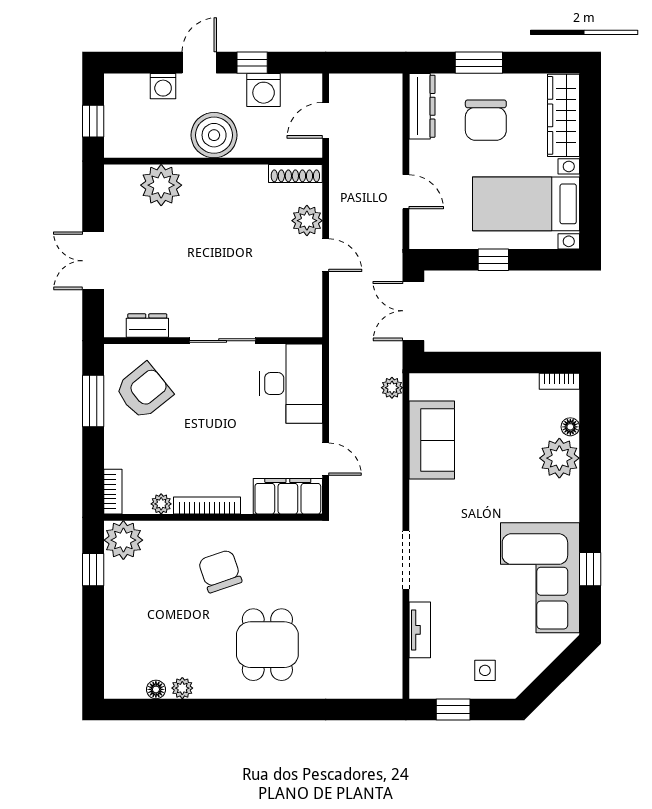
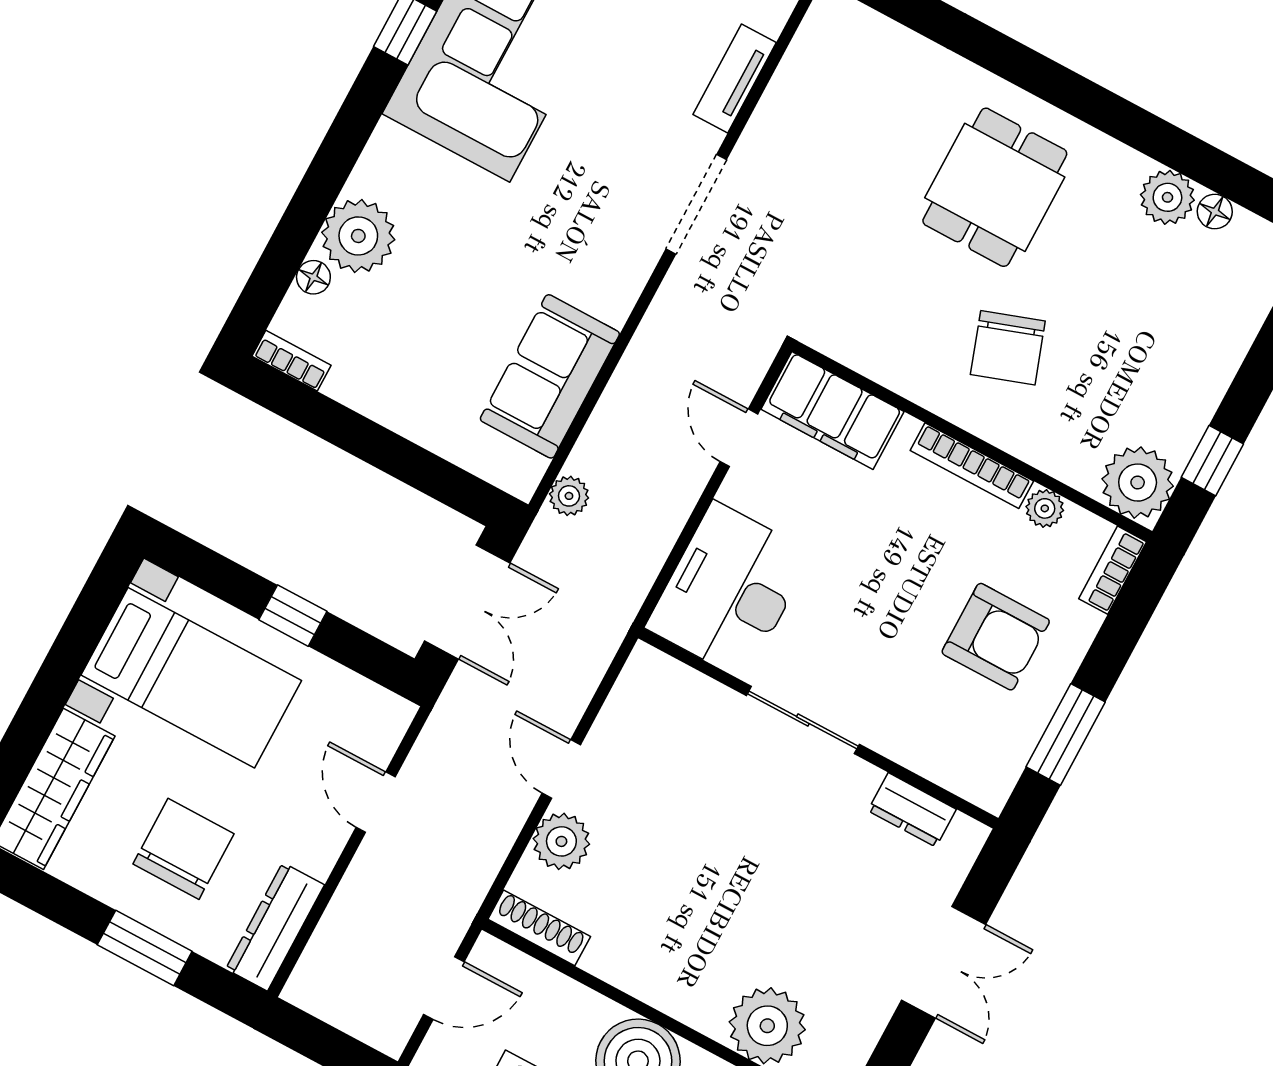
armchair: (144, 391) -> (996, 637), moved, turned -141
plant: (182, 688) -> (1167, 197), width x1.38, depth x1.38

